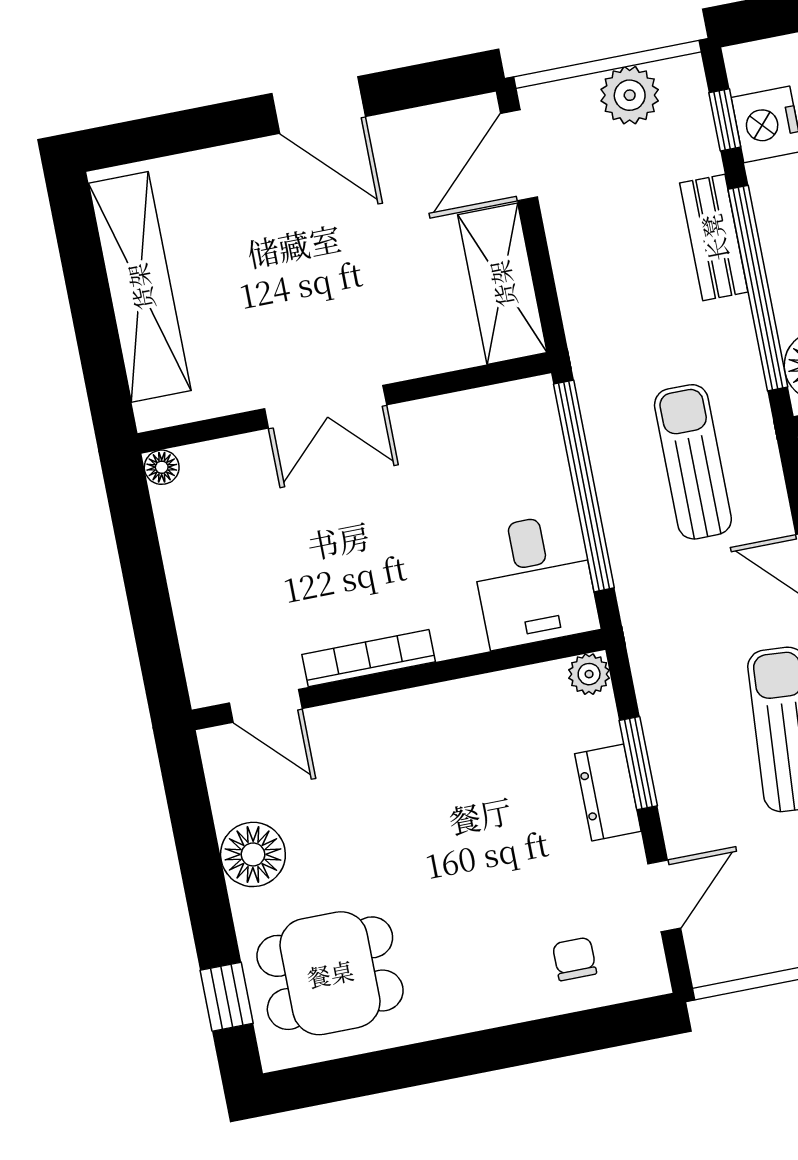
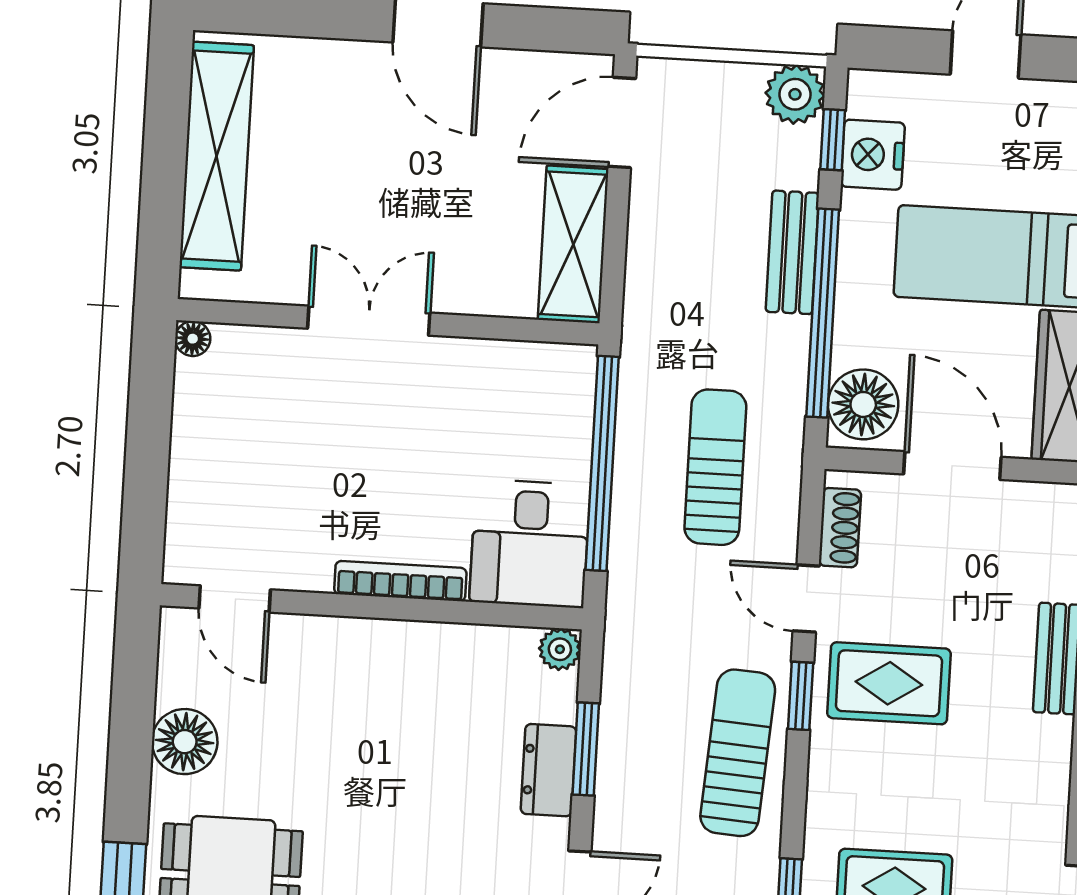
plant: (630, 95) -> (795, 94), moved
double door: (326, 407) -> (369, 321), swing flipped
bookcase: (369, 658) -> (400, 581), moved

